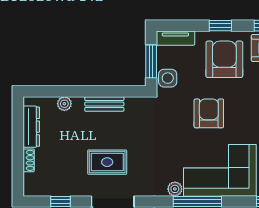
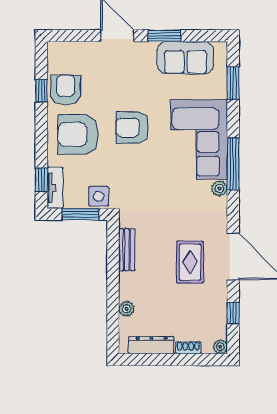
window: (220, 26) -> (41, 180), moved
bench: (104, 104) -> (127, 250), moved
armchair: (209, 113) -> (132, 127), moved
plant: (30, 190) -> (220, 347), added

